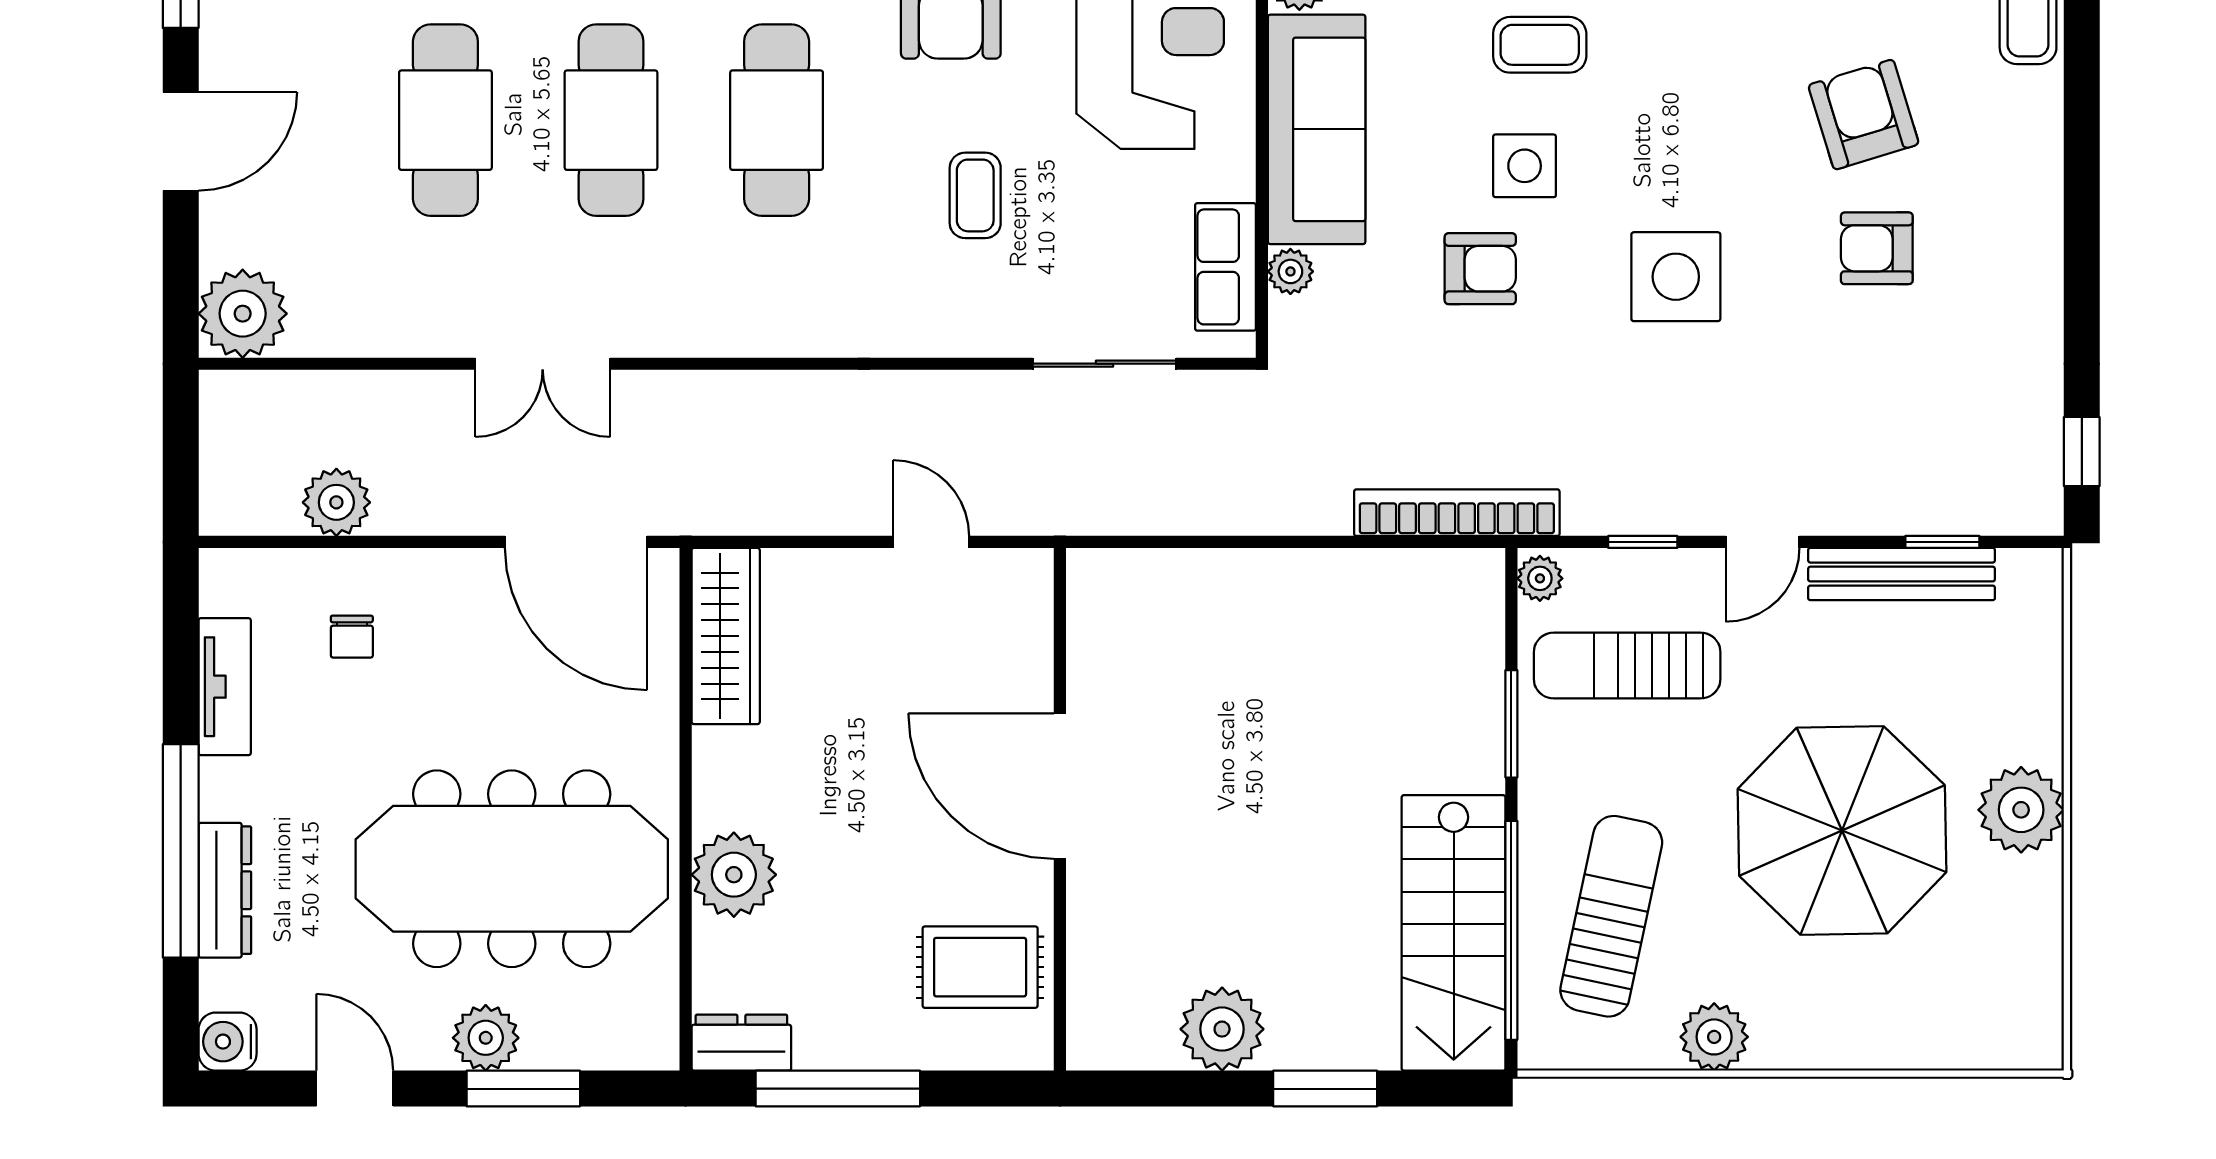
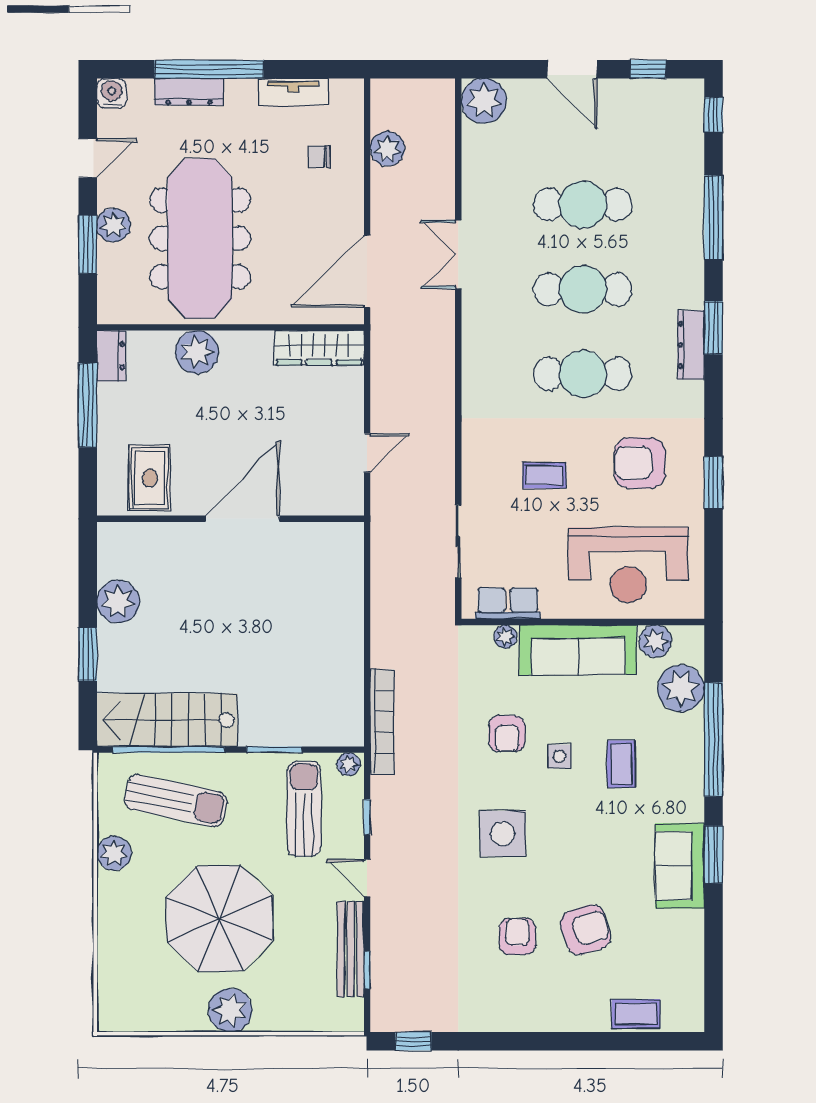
side table: (1525, 166) -> (559, 756), width x0.73, depth x0.73

